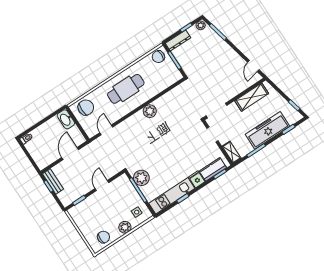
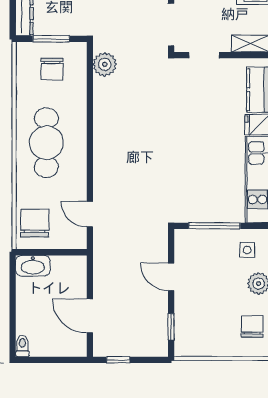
chair: (158, 57) -> (52, 69), moved
plant: (150, 111) -> (105, 64), moved
door: (70, 154) -> (90, 316), moved
plant: (141, 178) -> (199, 208), removed
bench: (53, 181) -> (116, 348), removed

